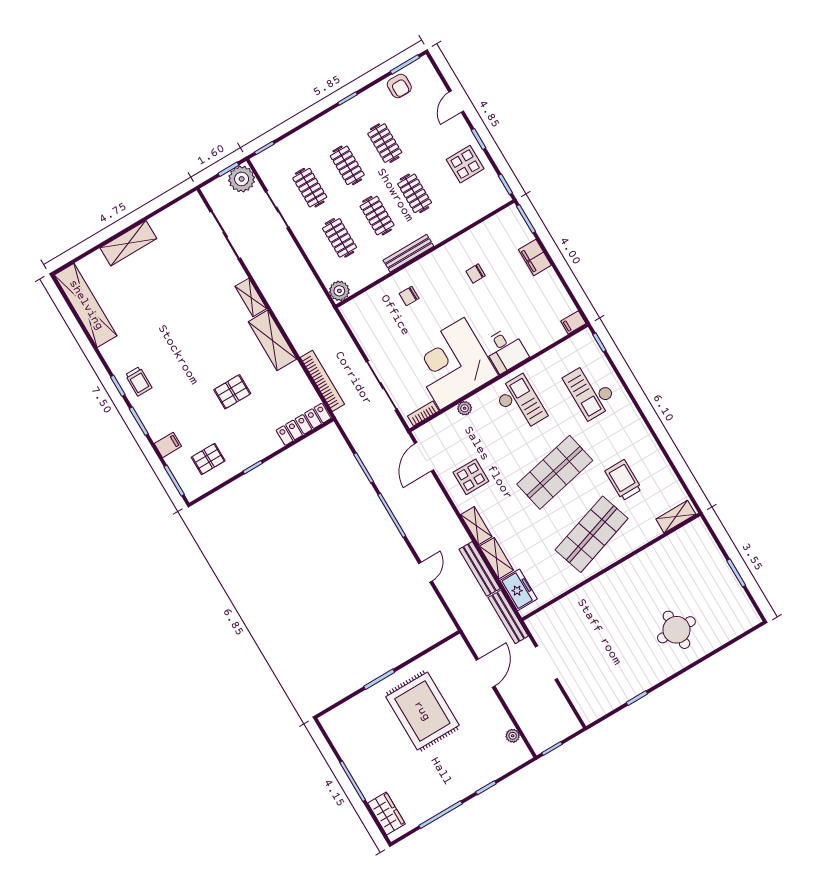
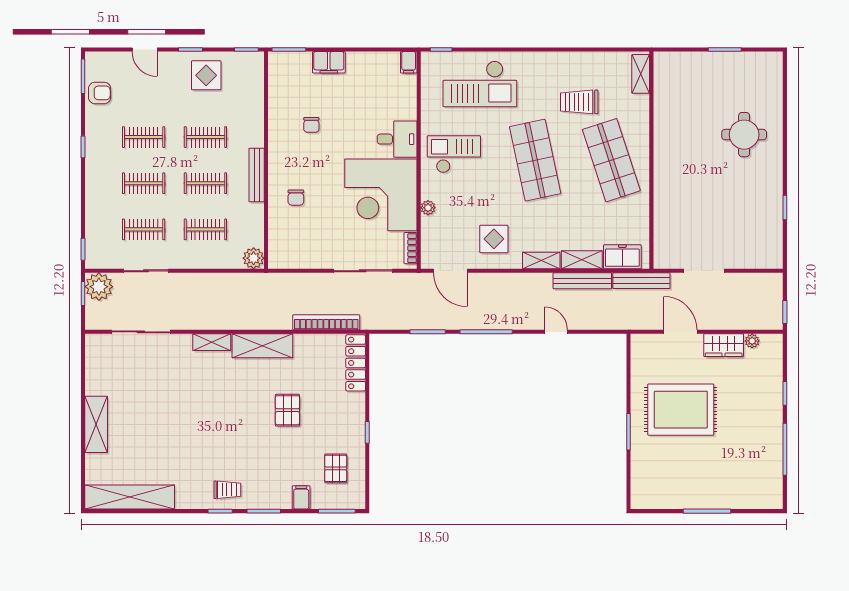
checkout: (590, 391) -> (480, 84), width x1.36, depth x1.21
wardrobe: (386, 813) -> (724, 345), moved, turned 180

